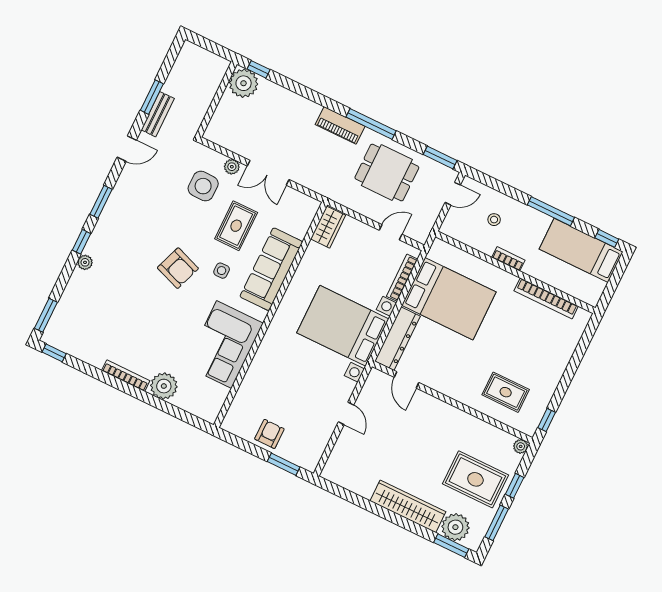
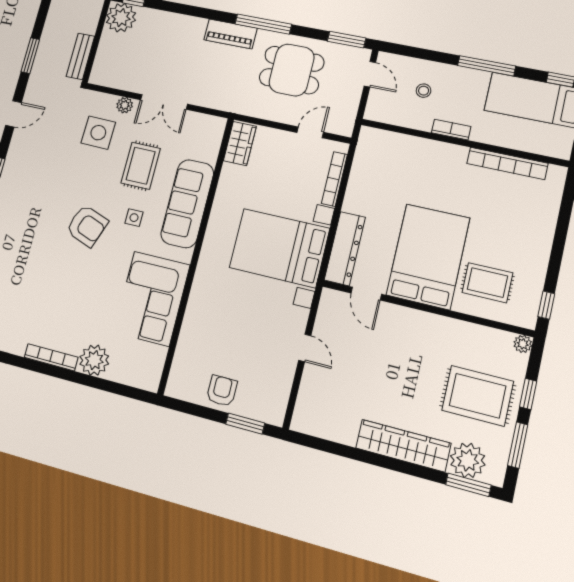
bench: (158, 114) -> (80, 56), moved
door: (453, 194) -> (370, 74), hinge flipped
bed: (449, 299) -> (428, 256), moved, turned -90

